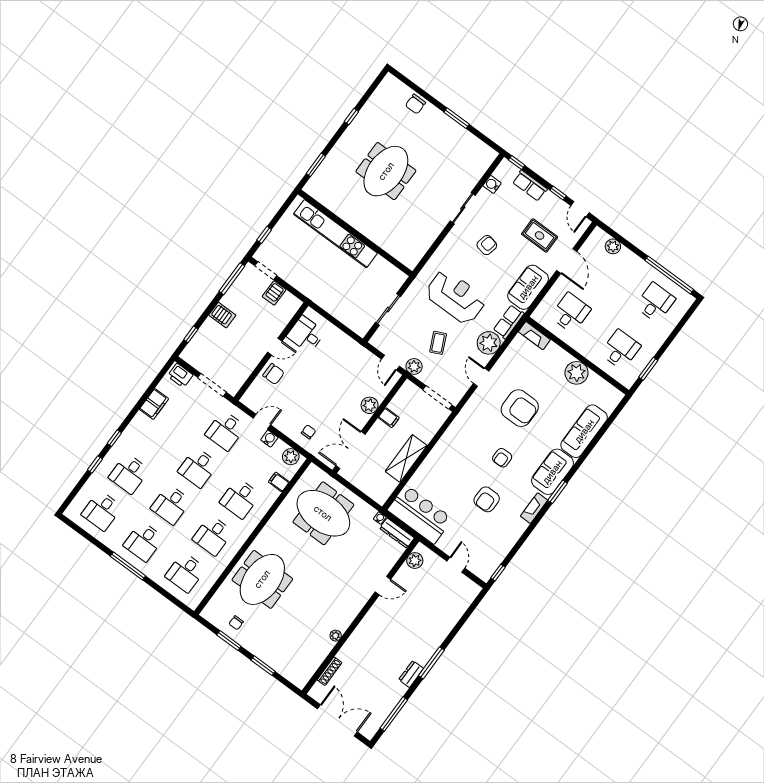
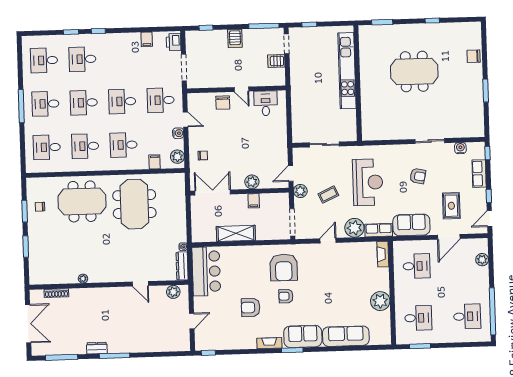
filing cabinet: (154, 404) -> (147, 39), width x0.50
armchair: (520, 408) -> (284, 268), moved
meeting table: (323, 513) -> (134, 204), moved

